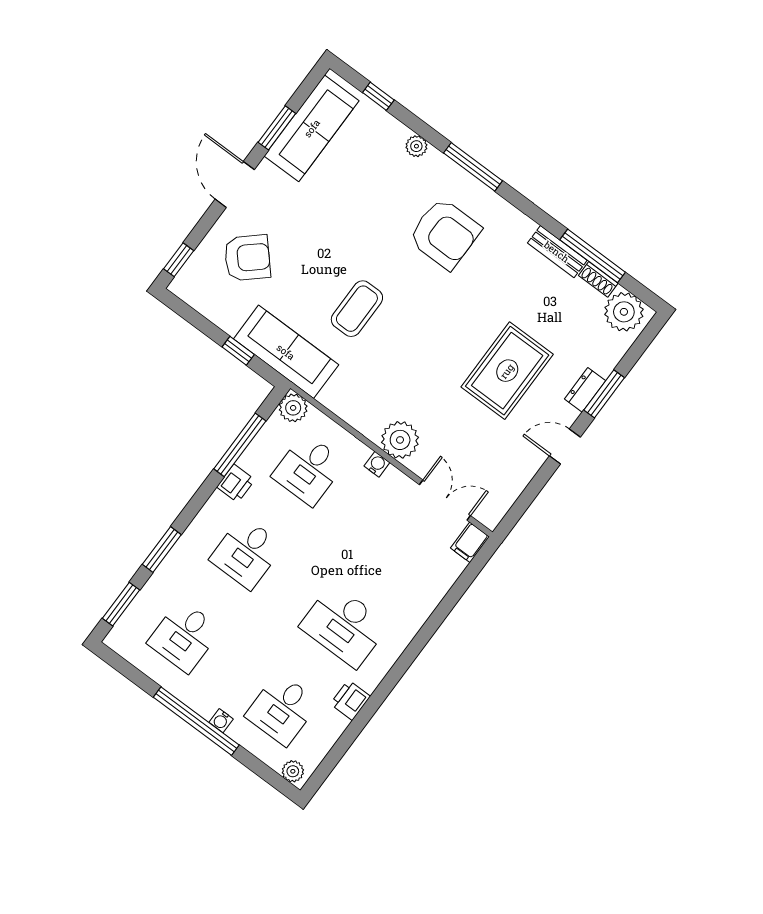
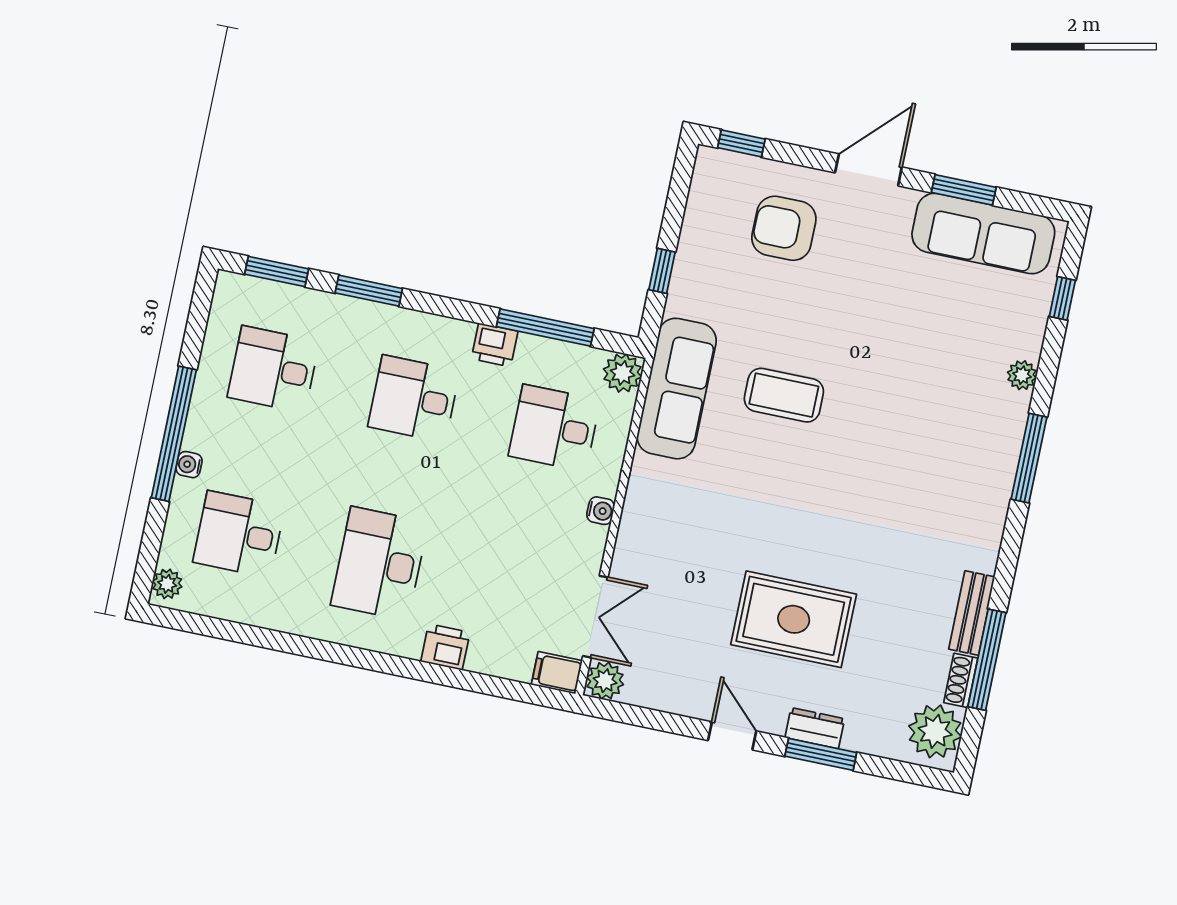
armchair: (445, 234) -> (929, 461), removed
armchair: (247, 258) -> (784, 228), turned 132
sofa: (286, 352) -> (677, 389), moved
plant: (400, 440) -> (605, 681), moved, width x0.73, depth x0.73
printer: (350, 700) -> (445, 647), moved

